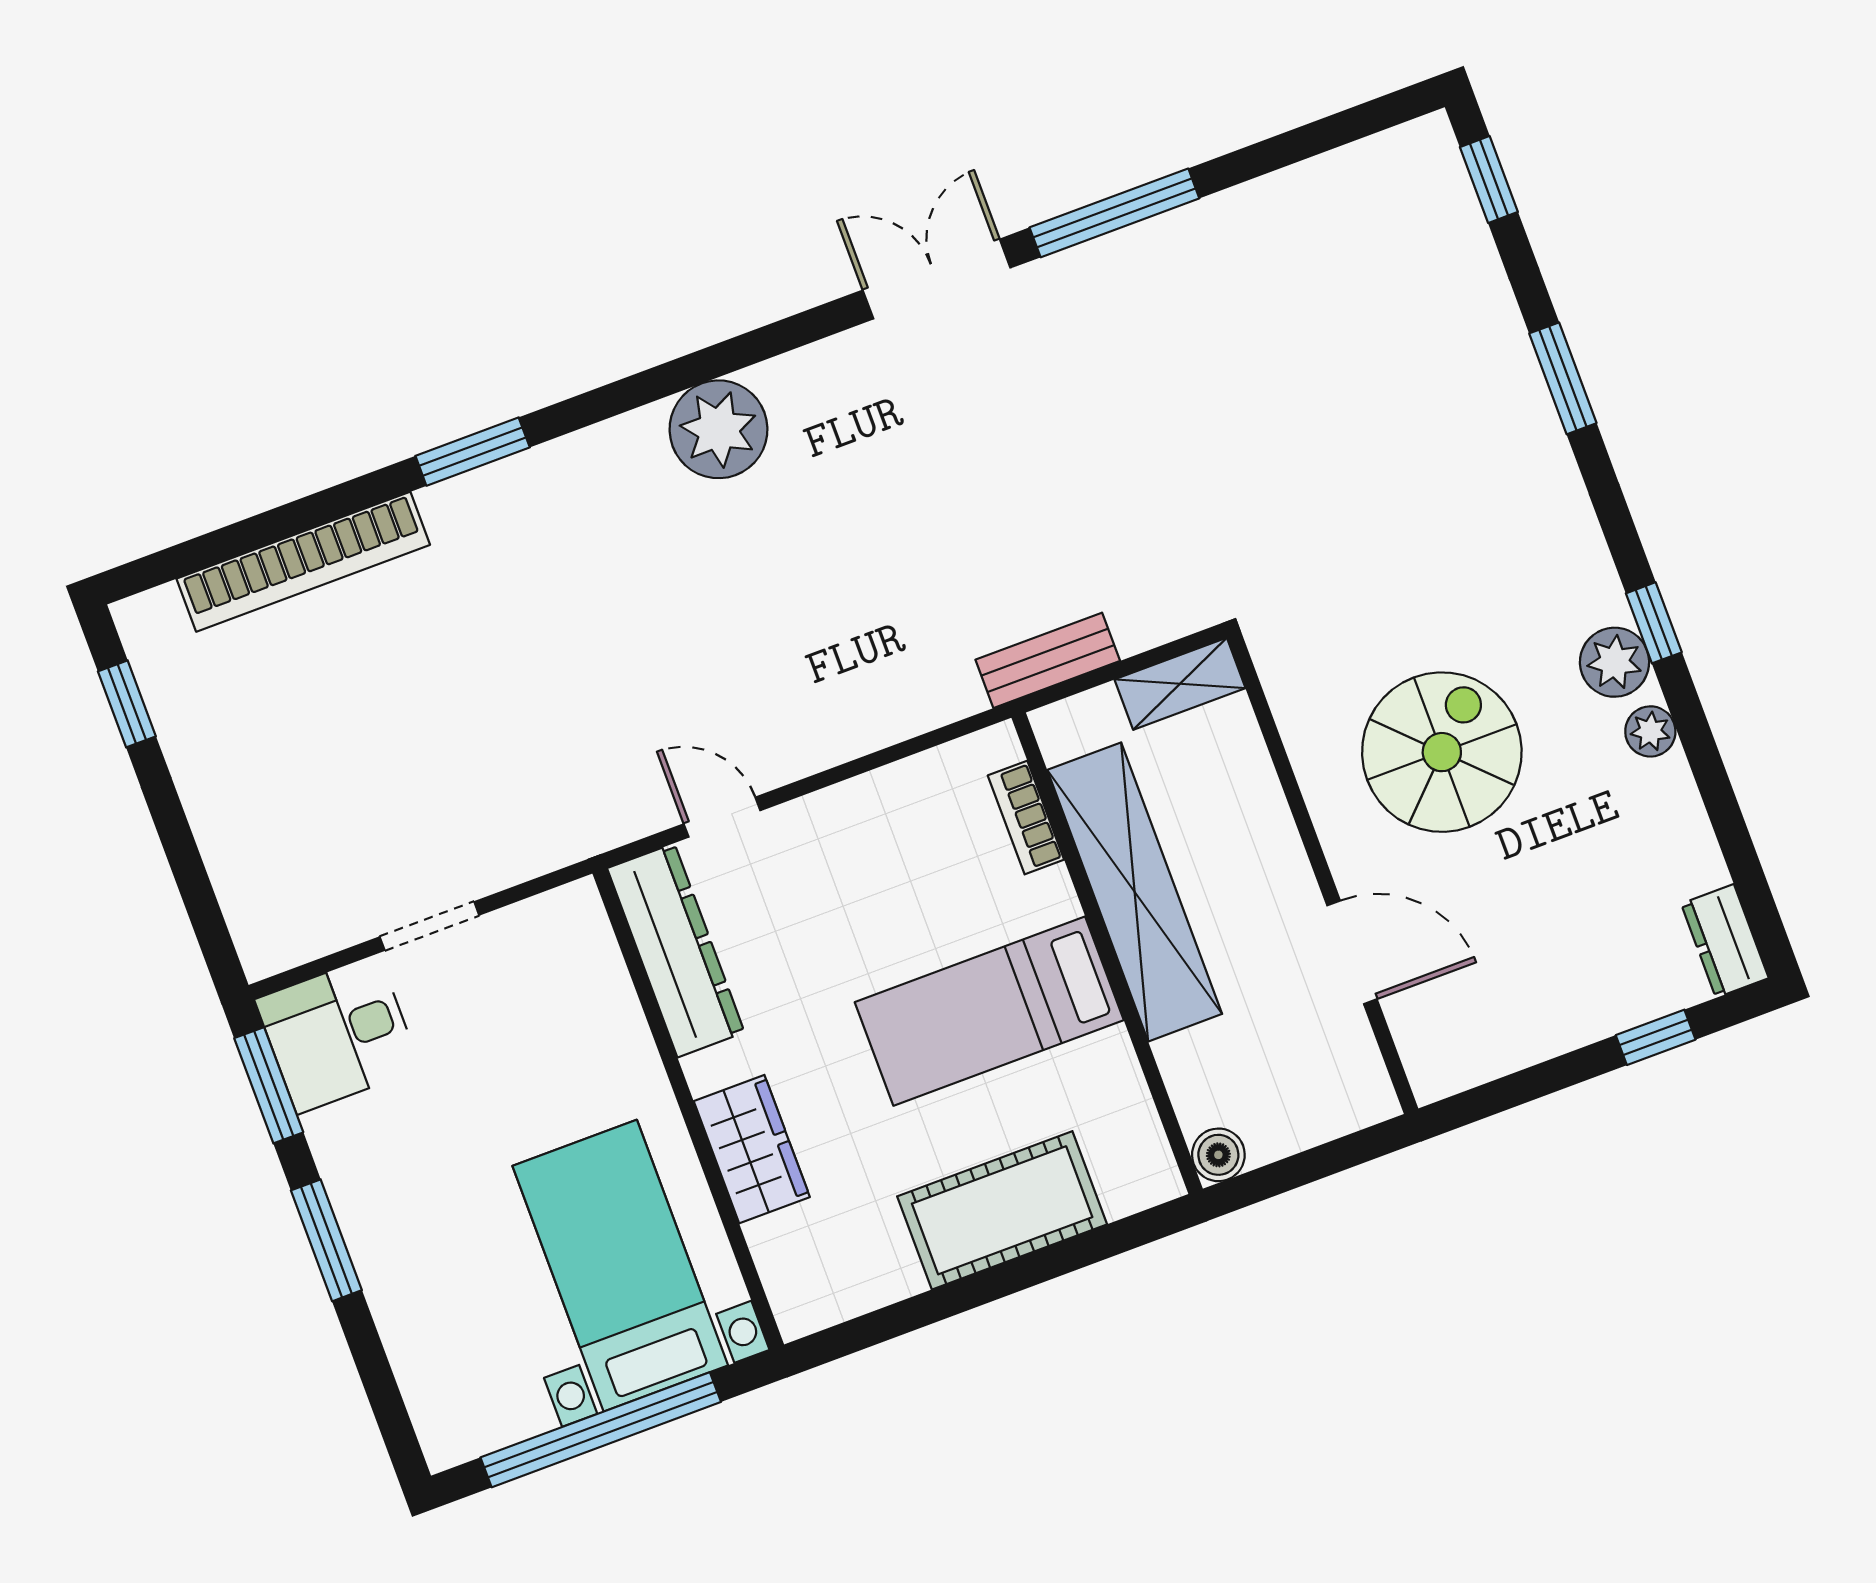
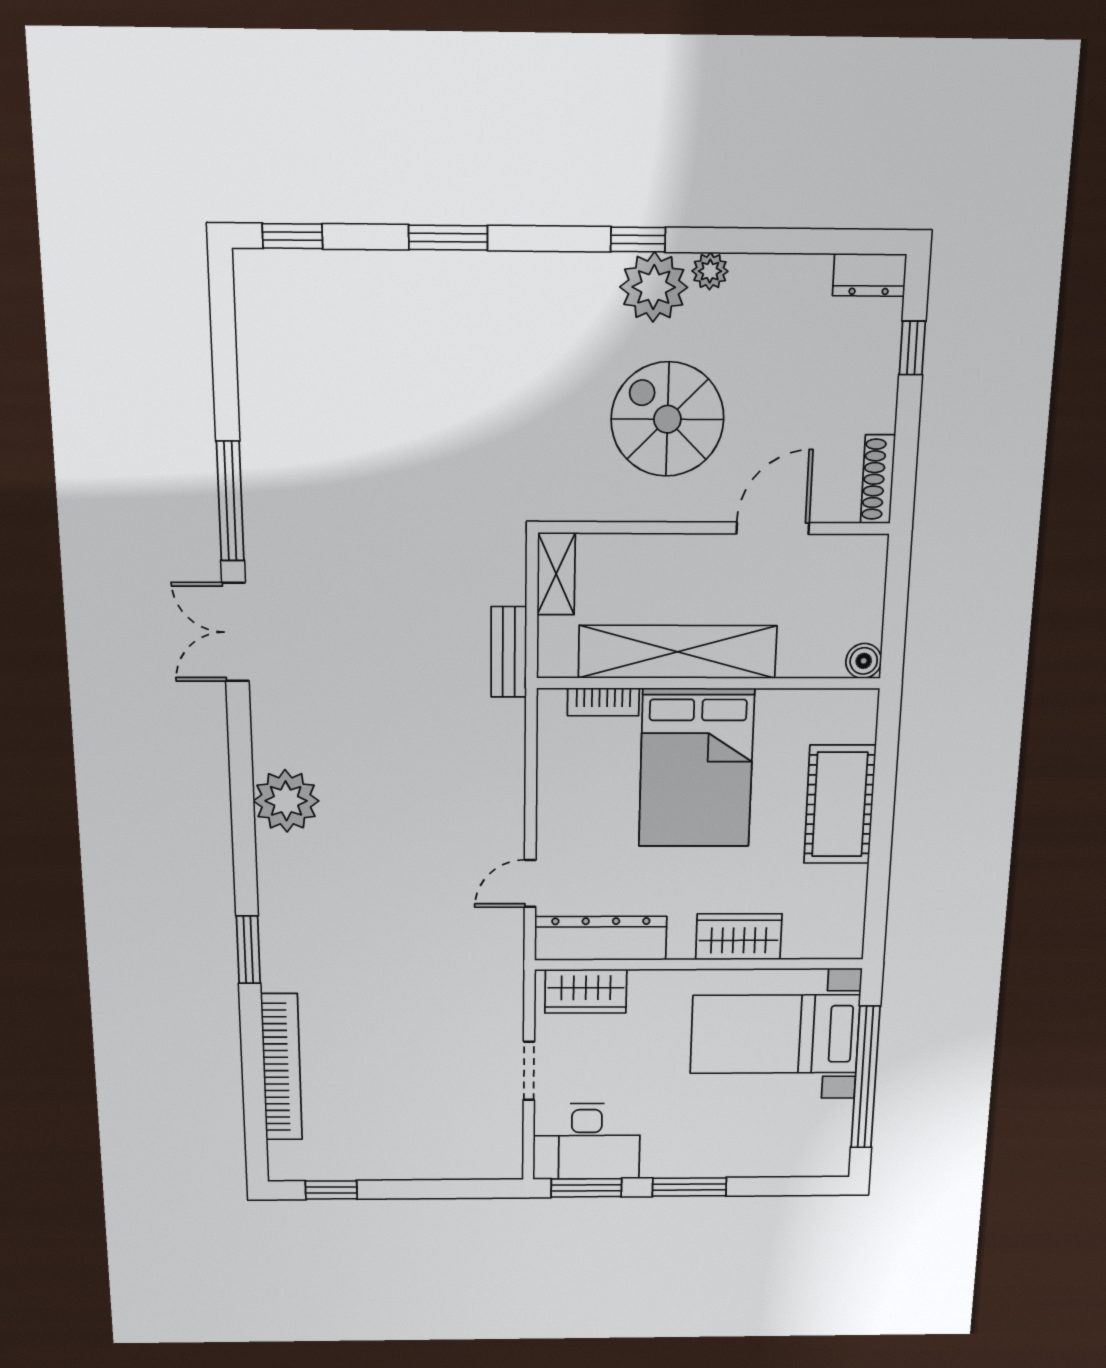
plant: (1614, 662) -> (654, 287), width x1.36, depth x1.36
wardrobe: (586, 961) -> (586, 991), added
bed: (989, 1011) -> (696, 768), width x1.50
desk: (338, 1034) -> (587, 1141), width x1.37
shoe rack: (1470, 1066) -> (878, 479), added

